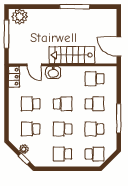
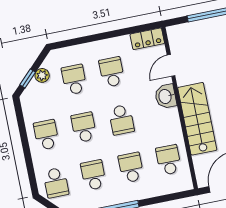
school desk: (95, 104) -> (131, 167), turned 180

